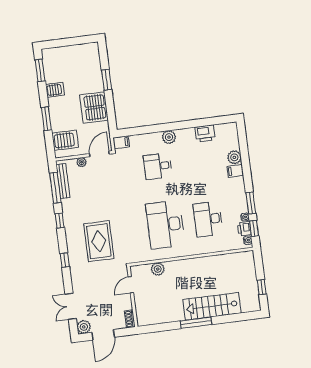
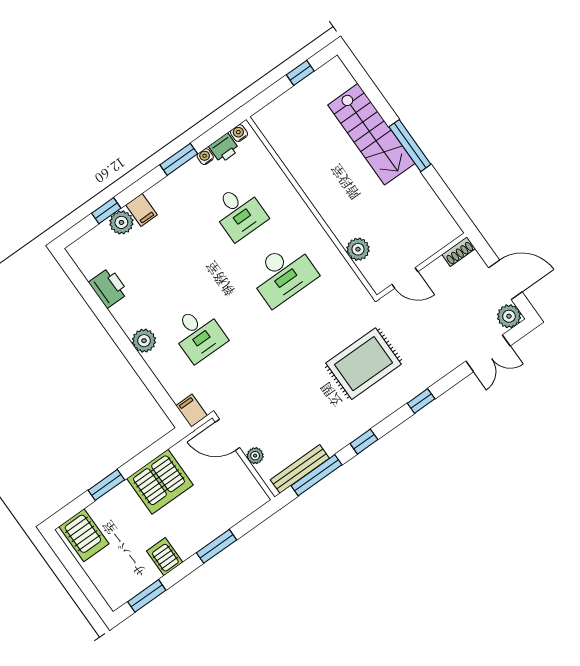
server rack: (65, 140) -> (84, 535), moved, turned 180
desk: (208, 219) -> (239, 212), width x0.73
desk: (165, 225) -> (283, 274), width x0.73, depth x0.77
window: (254, 228) -> (106, 211), moved

